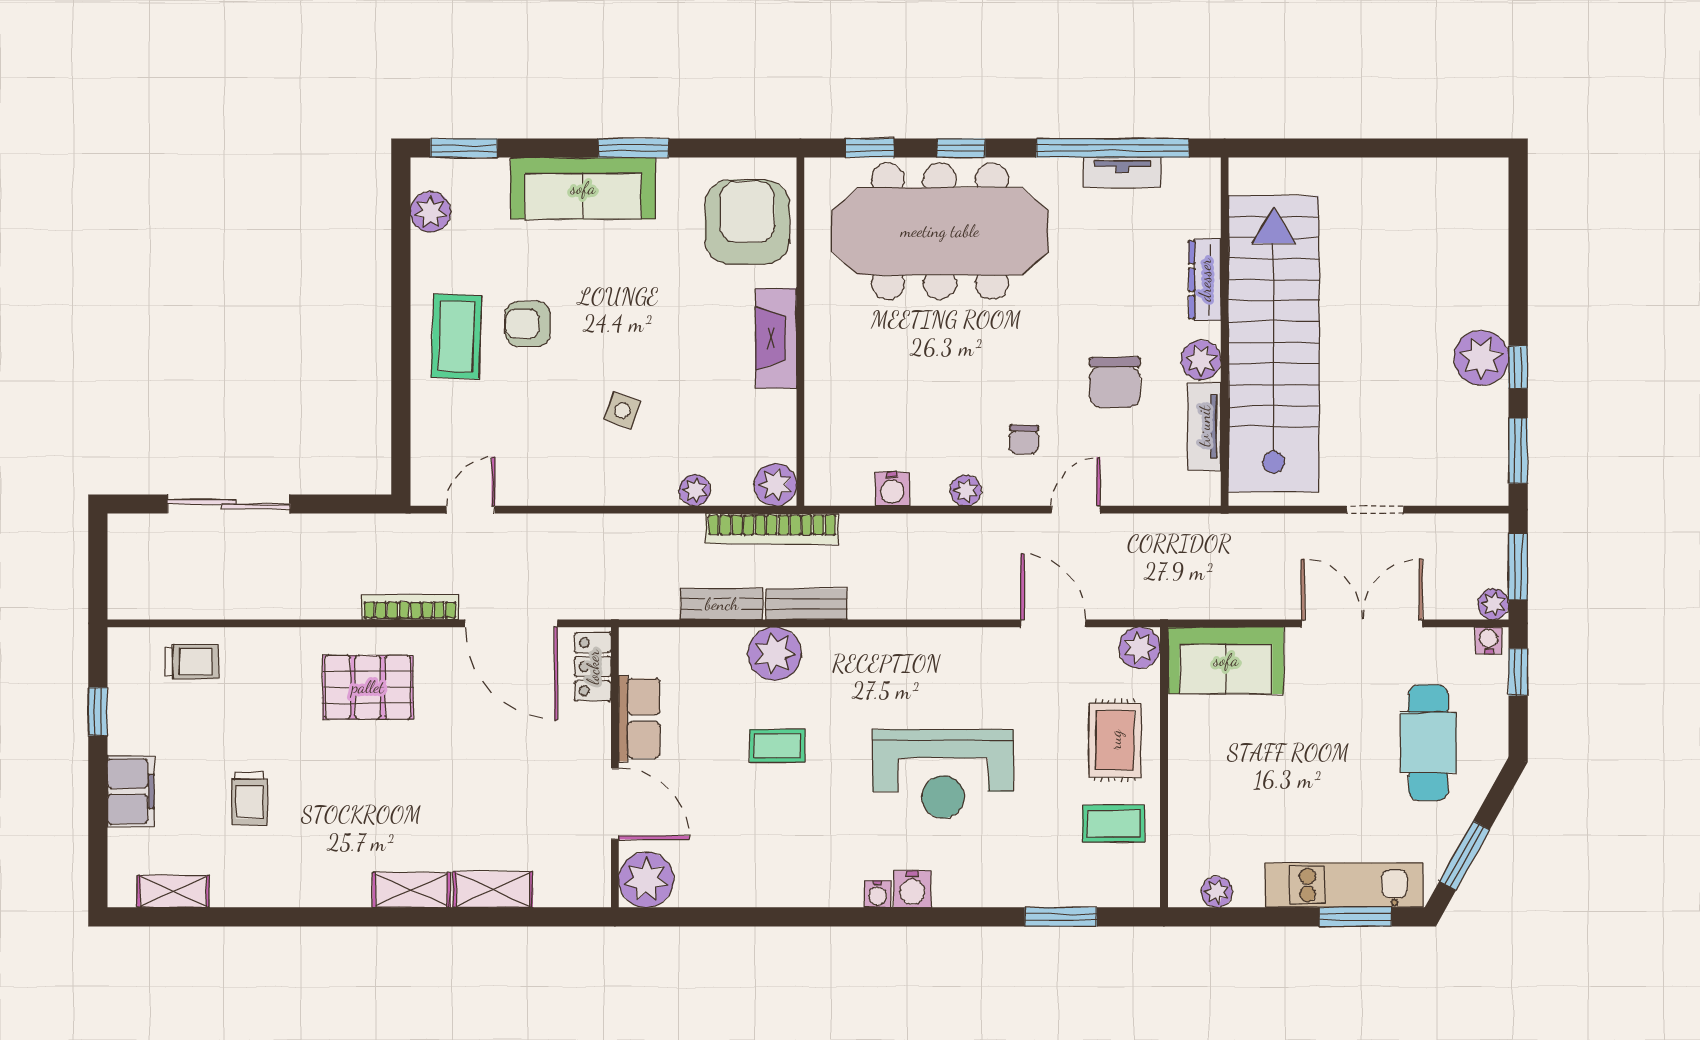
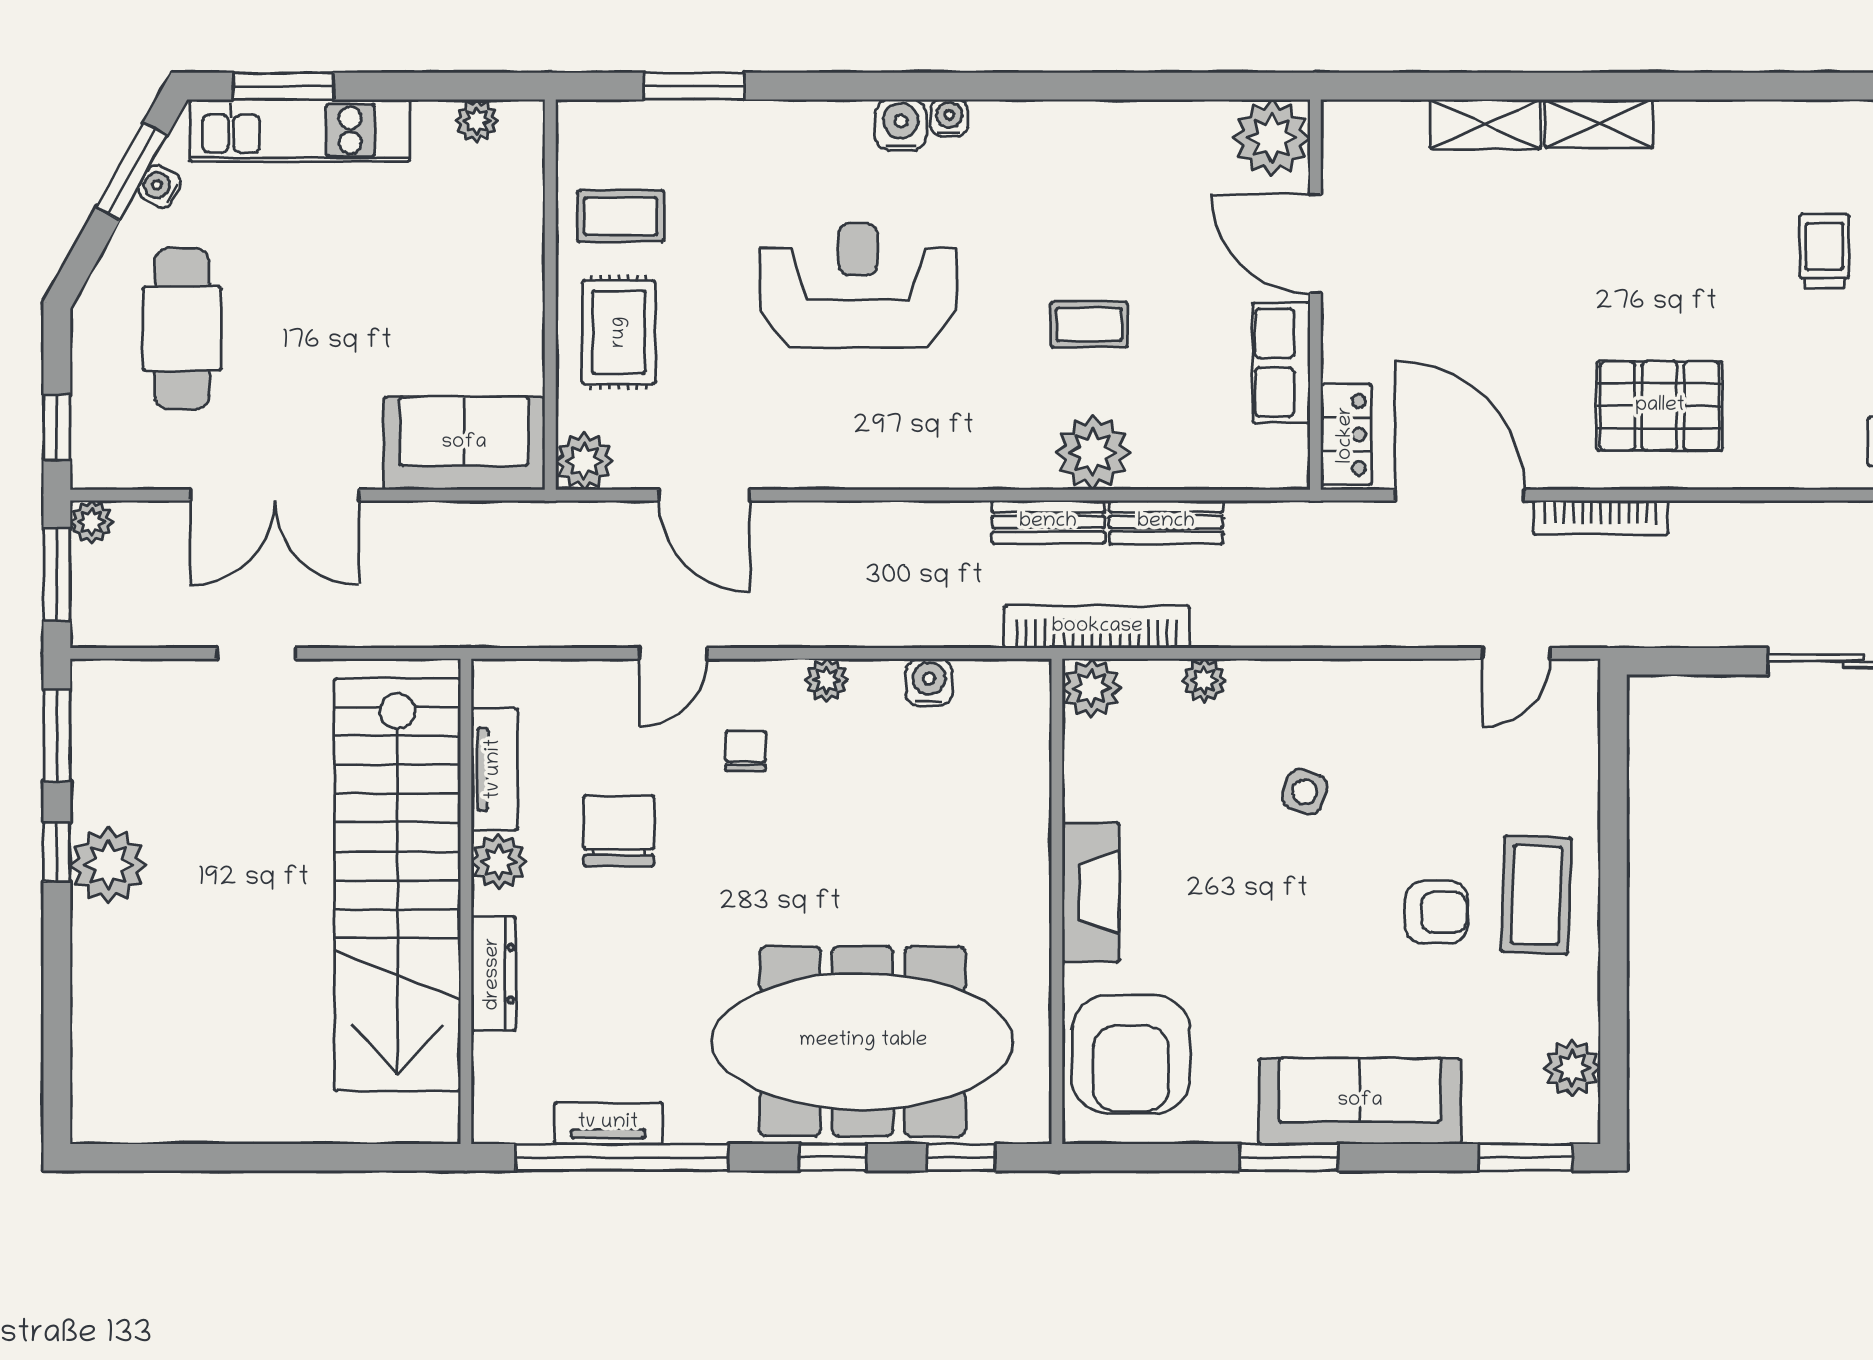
water cooler: (1489, 640) -> (160, 186), moved, turned 119

